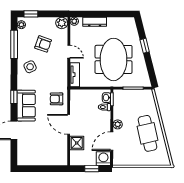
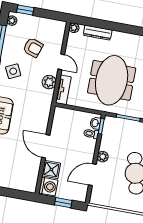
plant: (62, 23) -> (49, 82), moved
armchair: (57, 99) -> (37, 114), removed
washing machine: (103, 159) -> (48, 187), moved, turned 90

